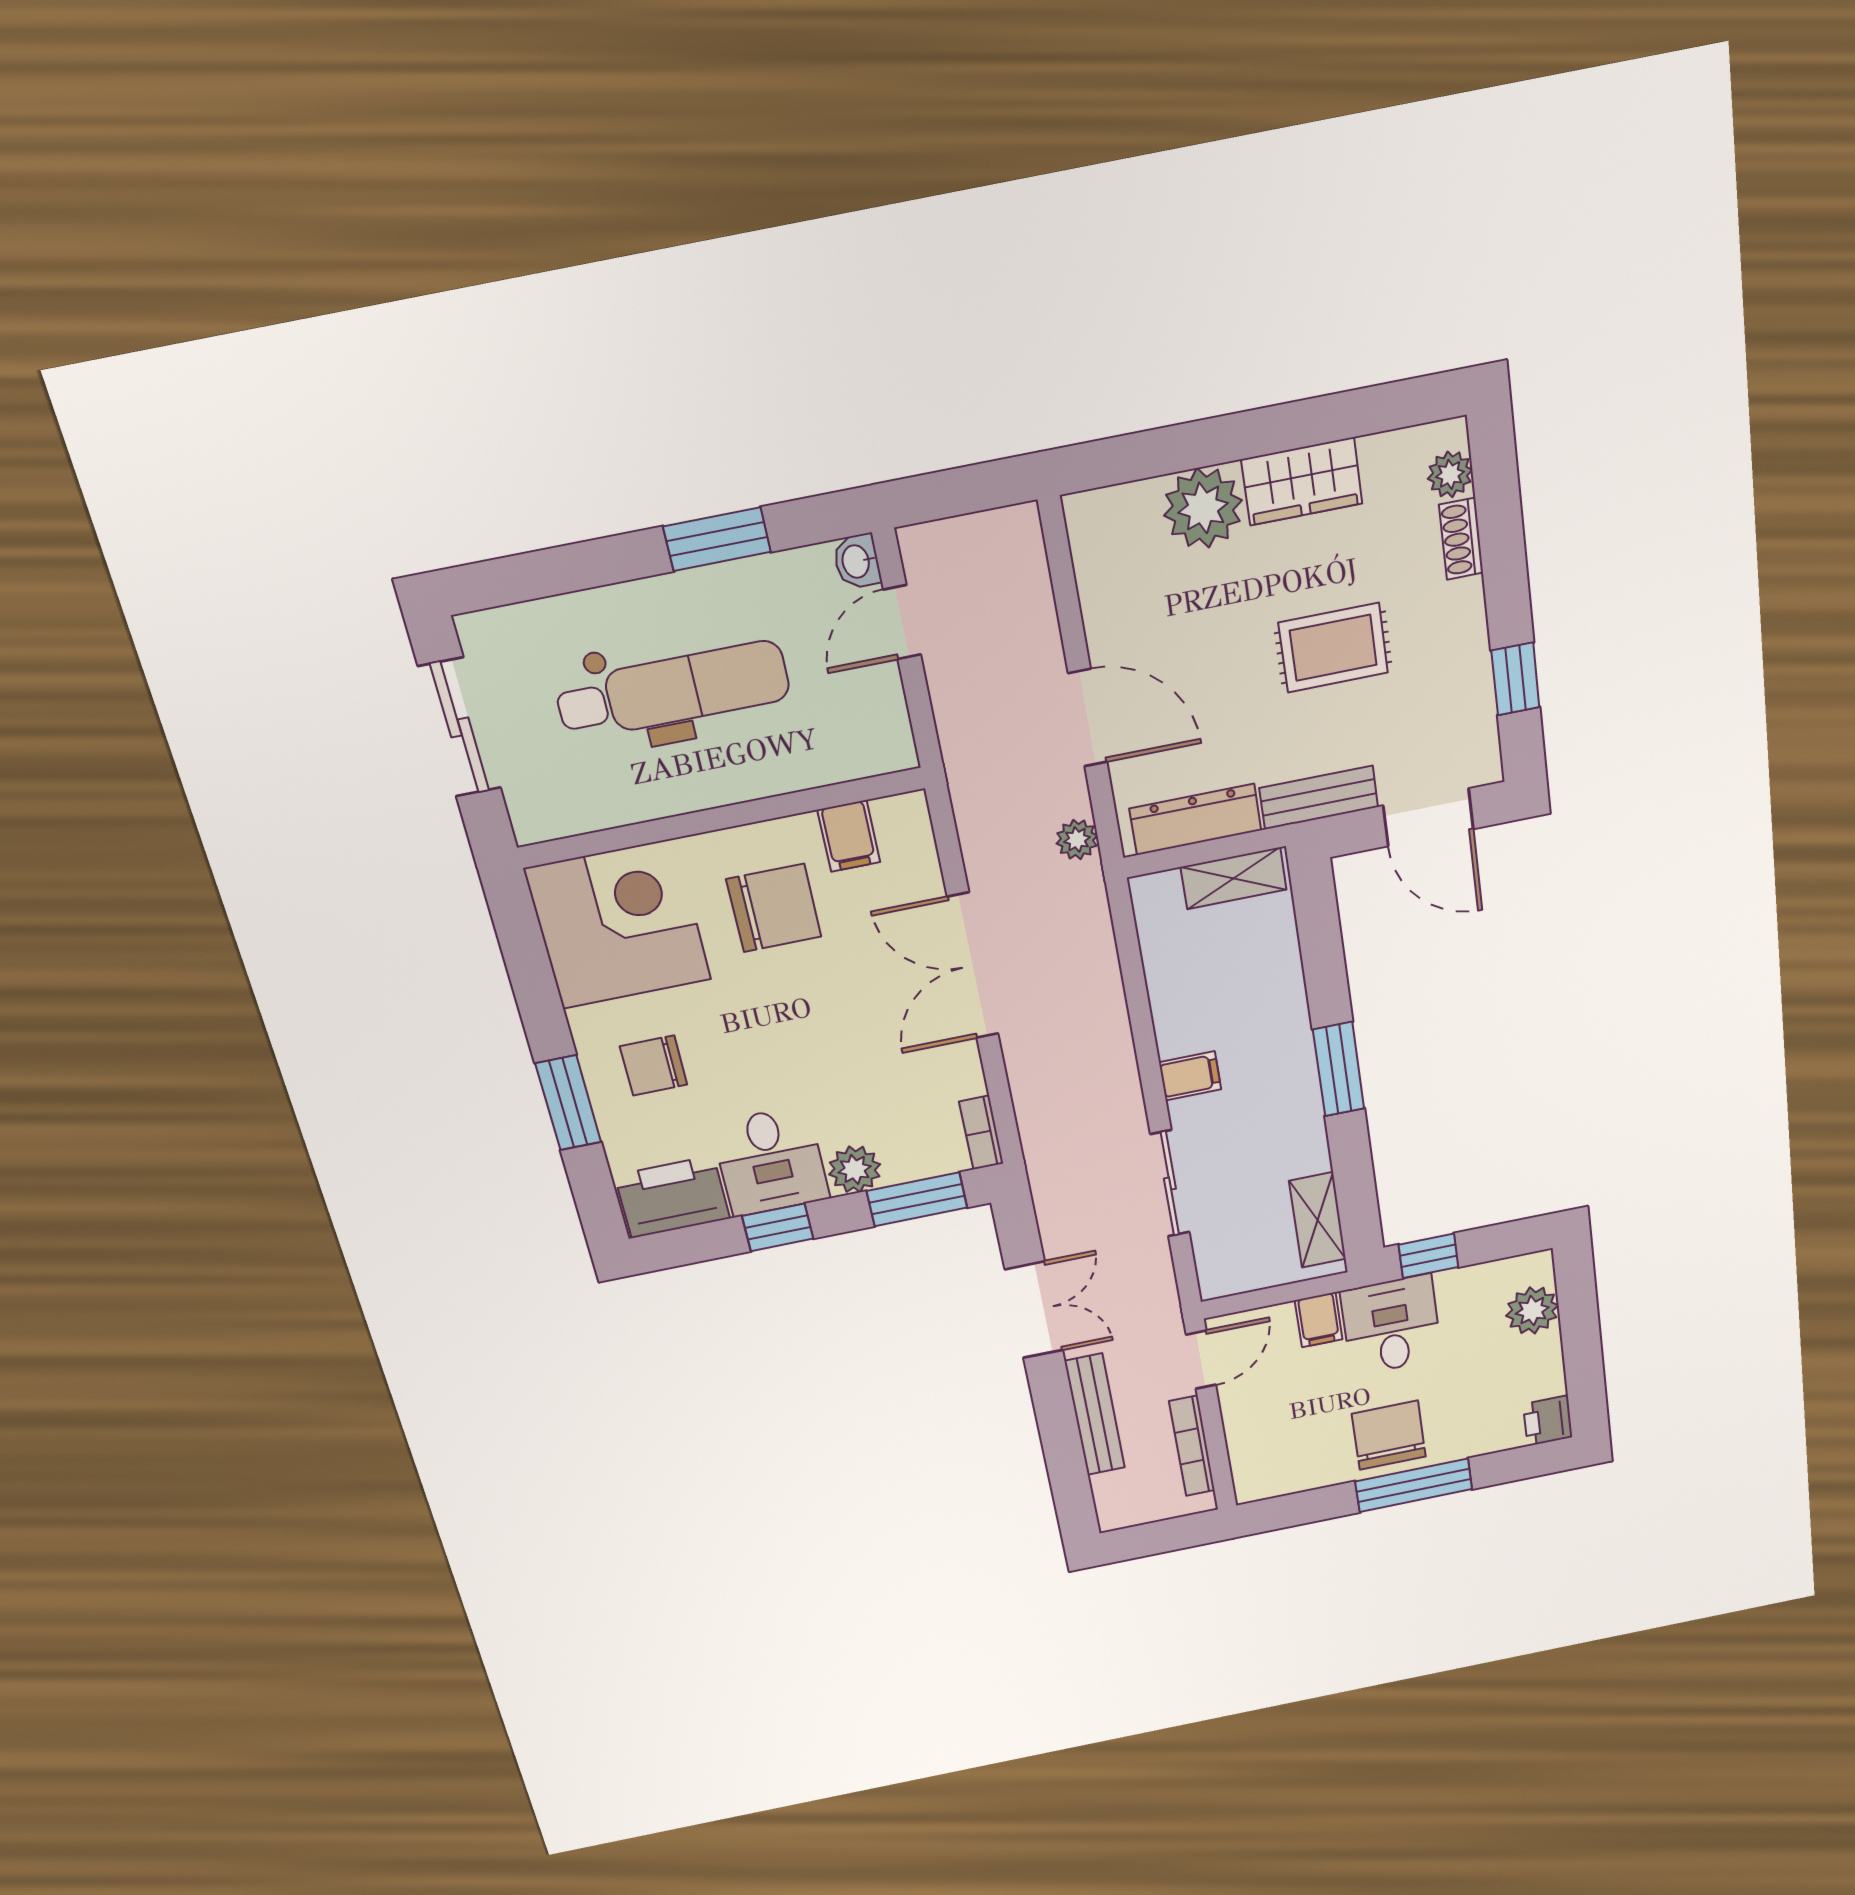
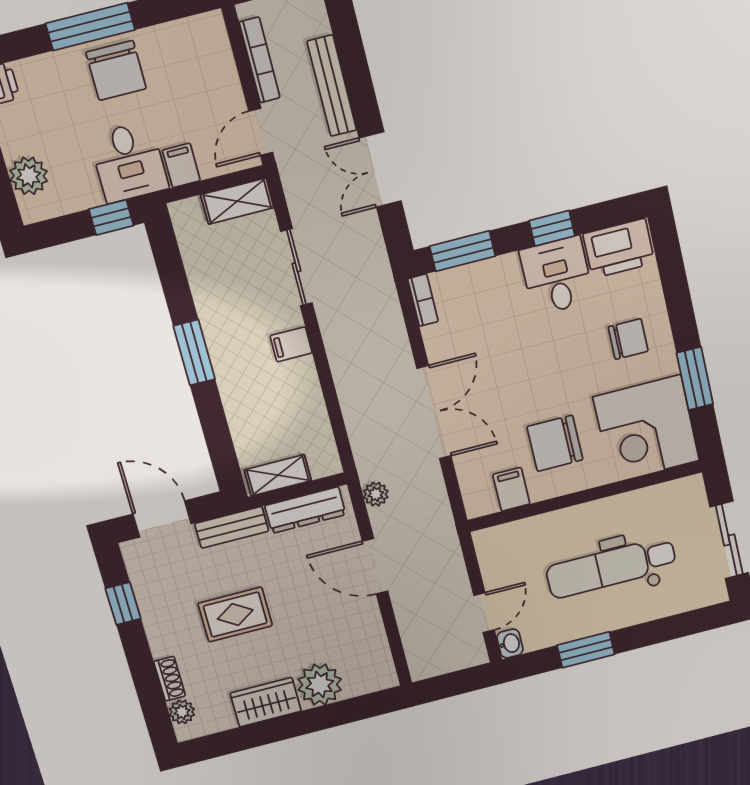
window: (568, 1103) -> (695, 379), moved
plant: (855, 1169) -> (503, 272), removed
shelving: (1317, 1220) -> (237, 201), moved, turned 90

